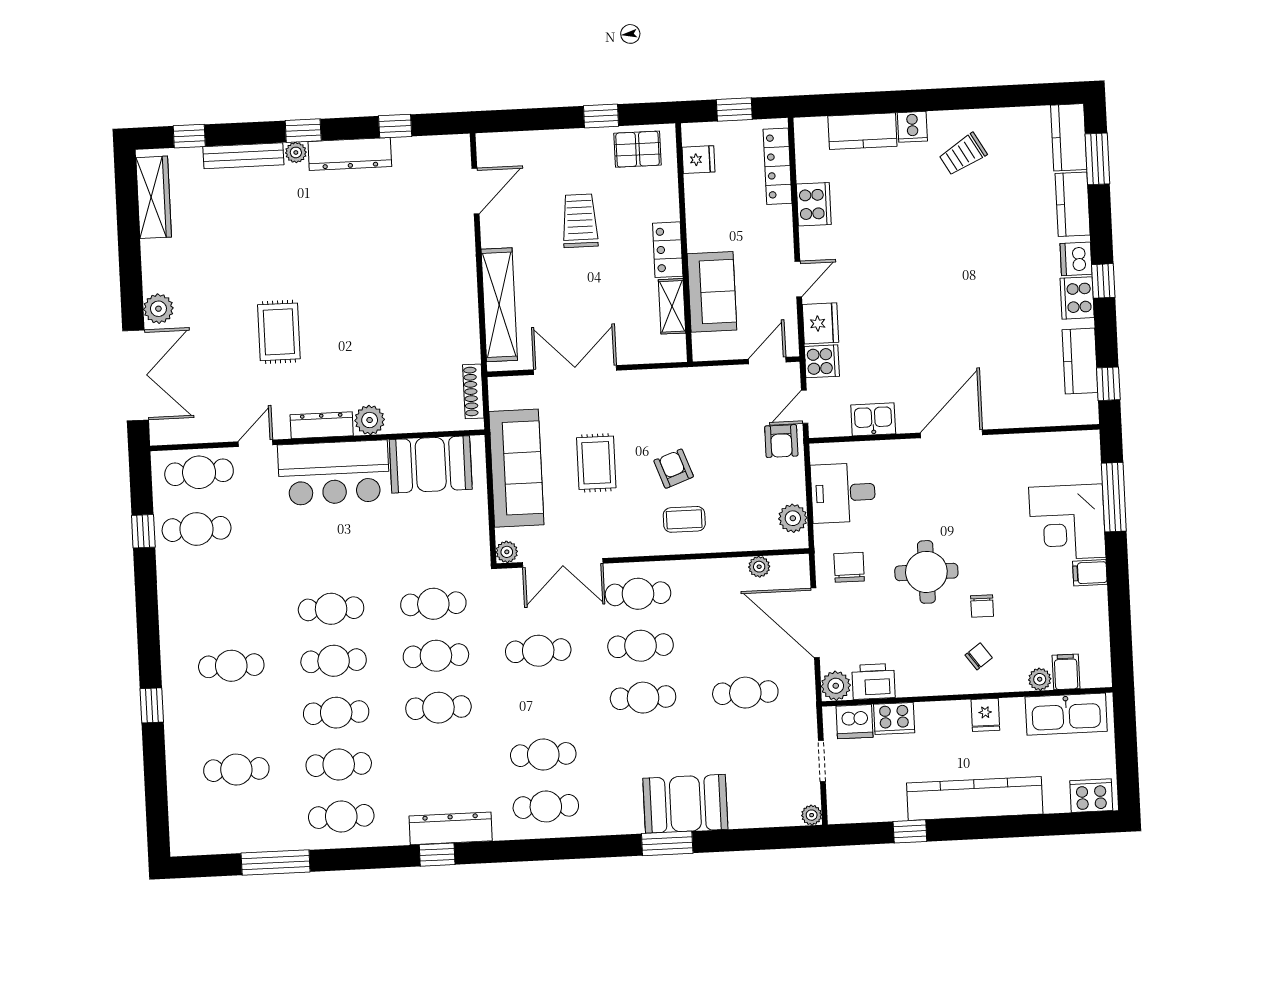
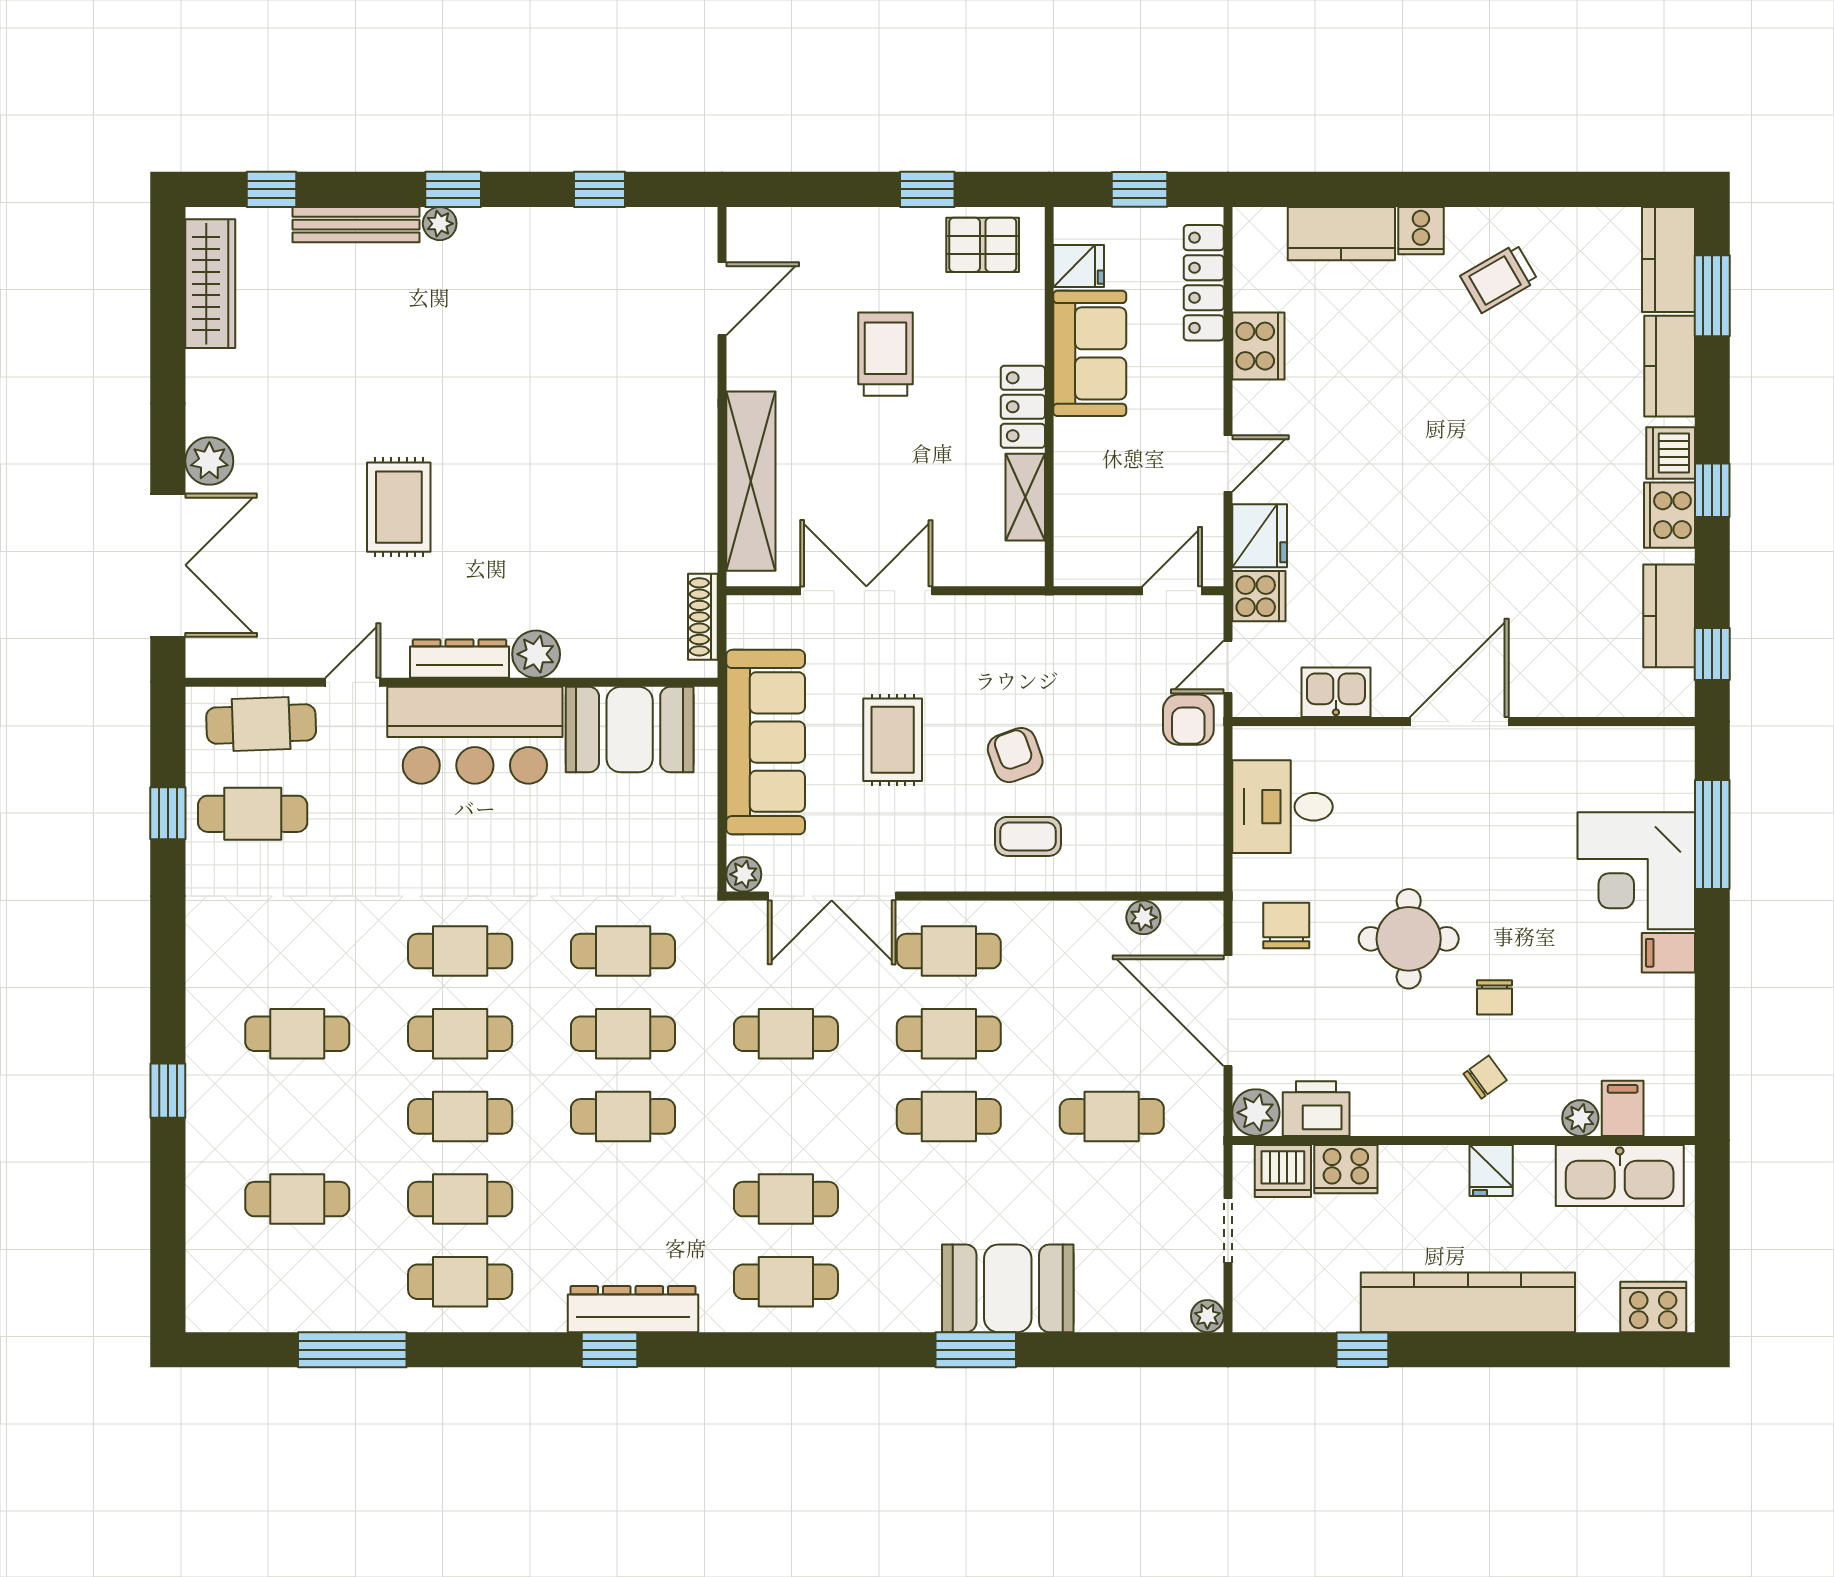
dresser: (350, 154) -> (525, 230), removed
sofa: (712, 292) -> (1090, 353), moved
plant: (793, 518) -> (1201, 843), removed

